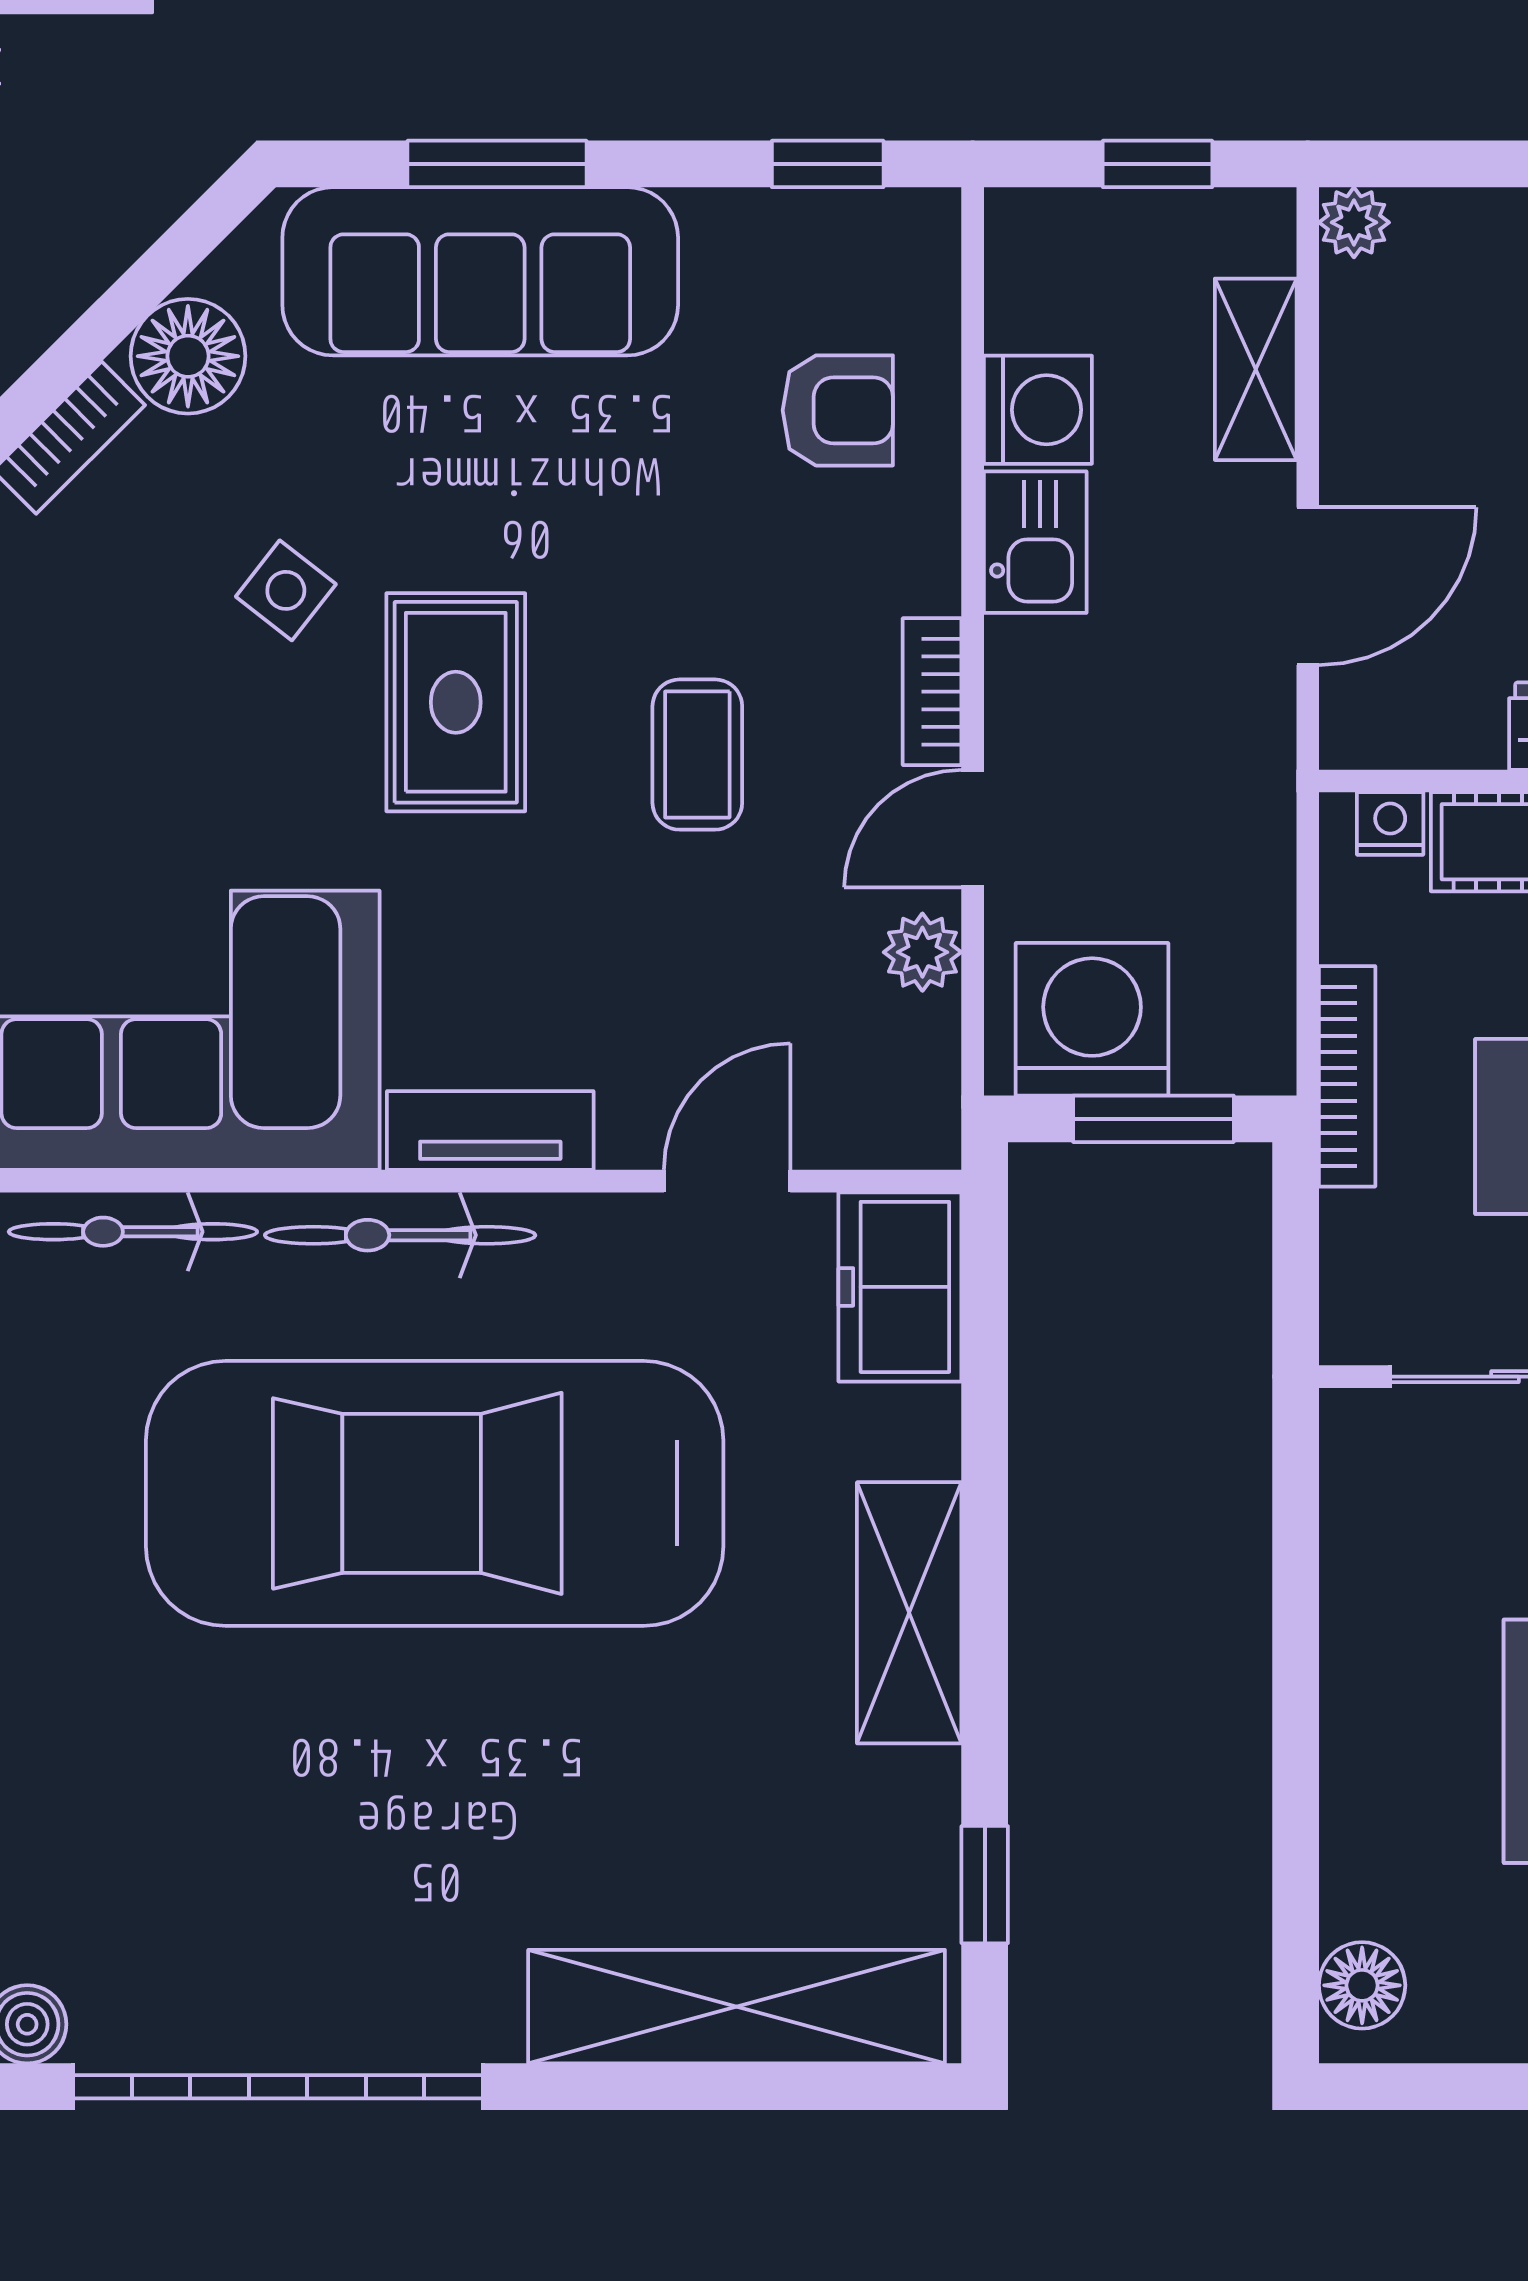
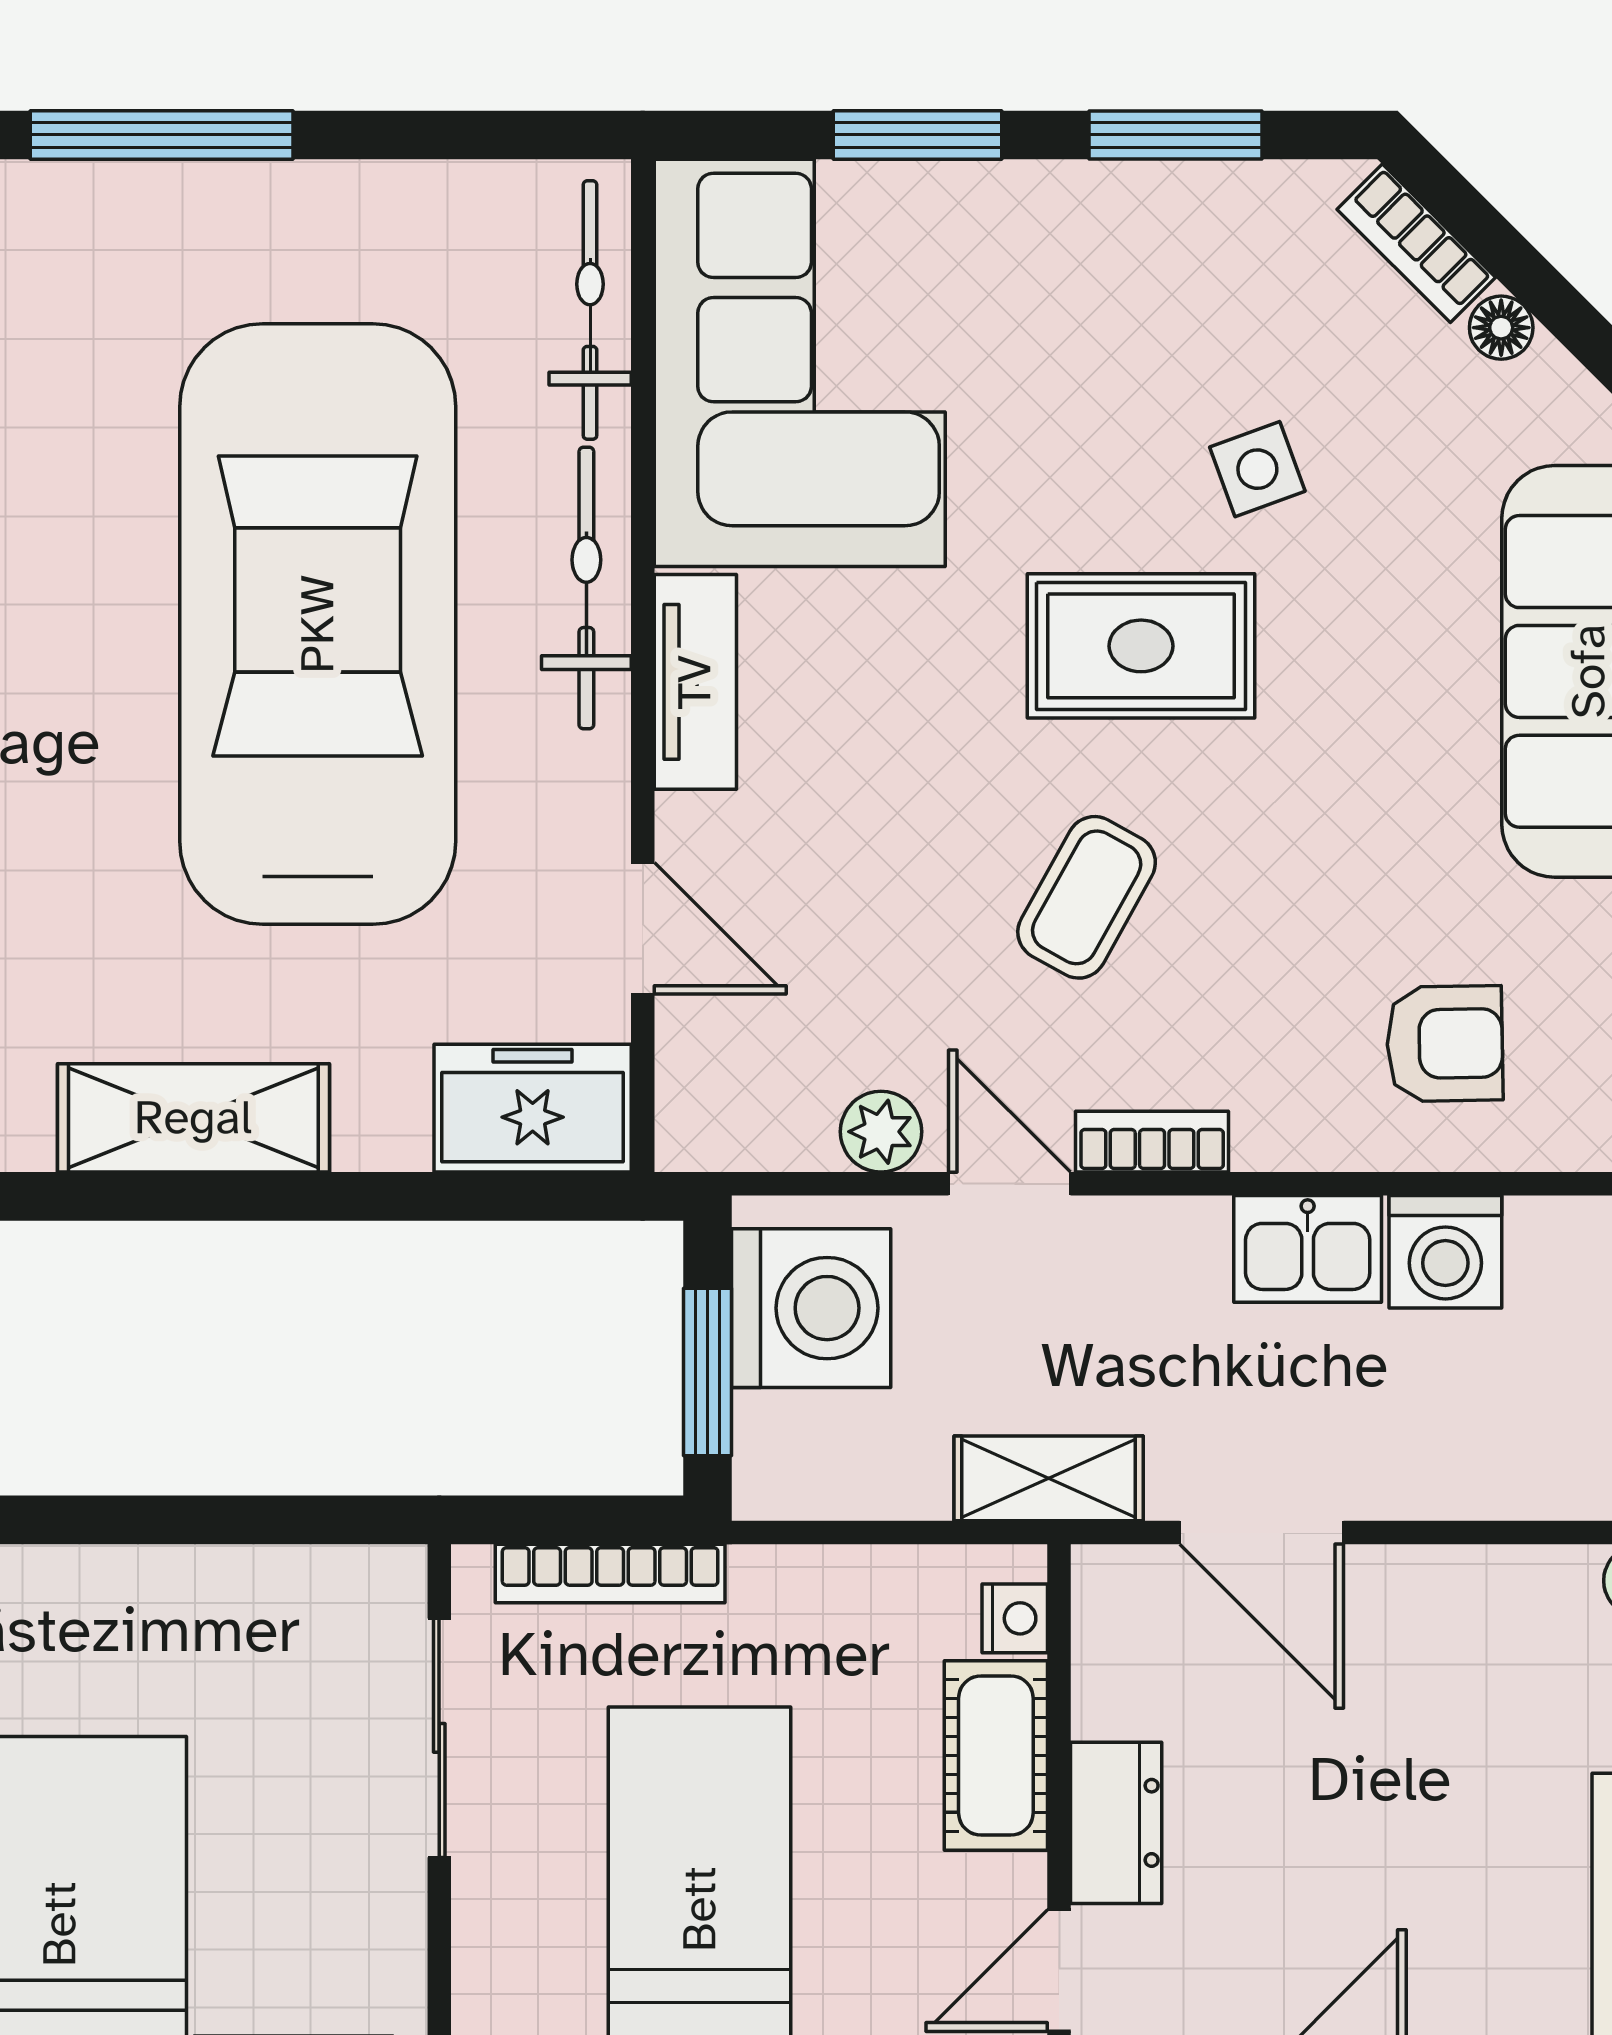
floor lamp: (188, 356) -> (1501, 328), width x0.53, depth x0.53
shelving: (1256, 369) -> (1049, 1478), moved
armchair: (838, 410) -> (1445, 1044), turned -91
side table: (286, 590) -> (1257, 469), turned 32
coffee table: (697, 755) -> (1087, 897), turned -61
bookcase: (1347, 1076) -> (610, 1574), moved

